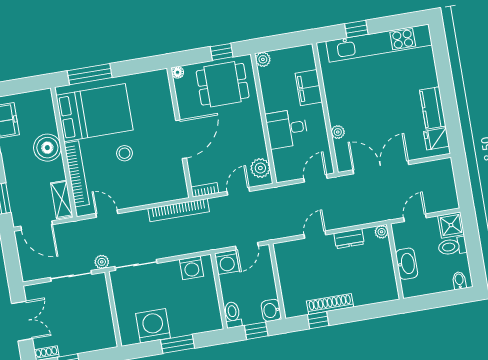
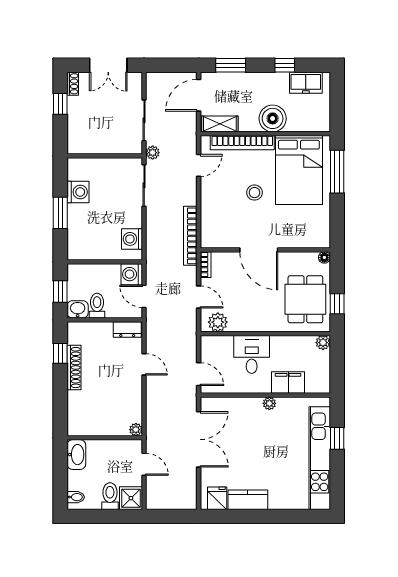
plant: (338, 132) -> (269, 403), moved
dresser: (349, 239) -> (127, 329), moved, turned -90
washbasin: (407, 264) -> (76, 455), moved, turned -90
toilet: (233, 315) -> (97, 306), moved, turned -90
washing machine: (153, 326) -> (78, 192), width x0.73, depth x0.73

